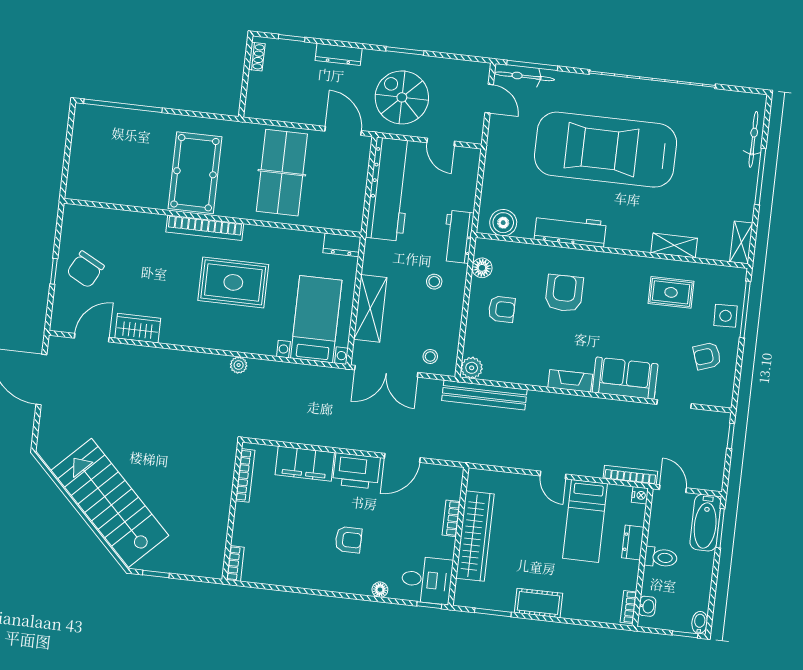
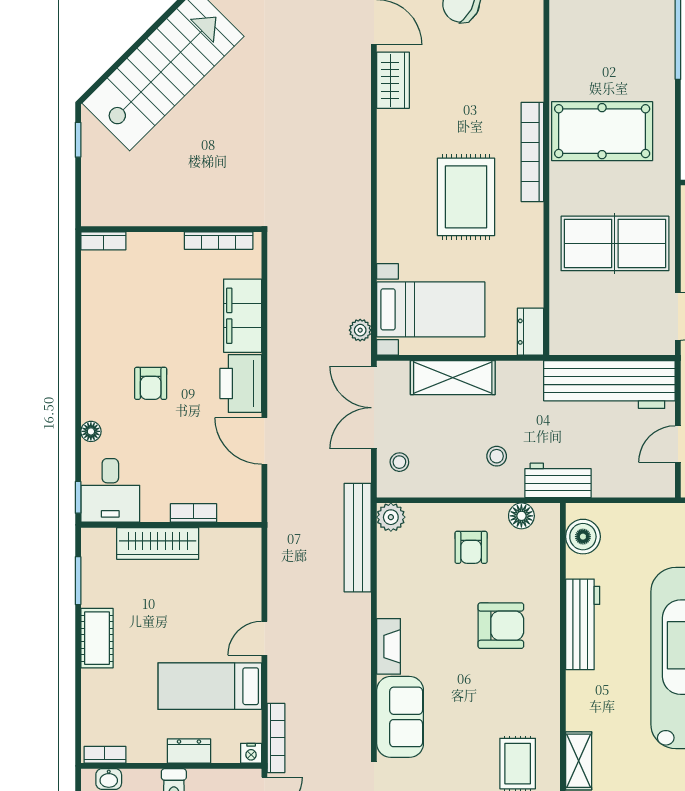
plant: (239, 365) -> (360, 330), moved
wardrobe: (475, 536) -> (158, 543), width x0.71, depth x0.85

